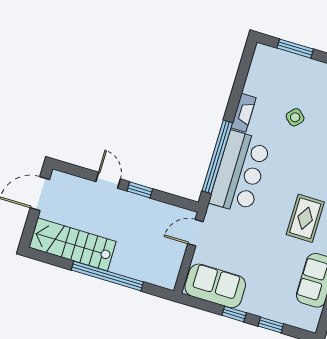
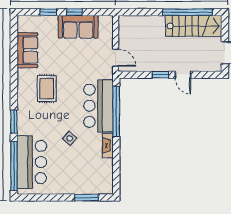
side table: (295, 117) -> (70, 138), moved
door: (195, 233) -> (116, 58), hinge flipped
window: (107, 276) -> (187, 12), moved
sofa: (215, 286) -> (78, 27), moved

